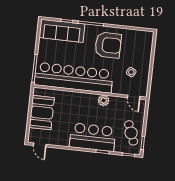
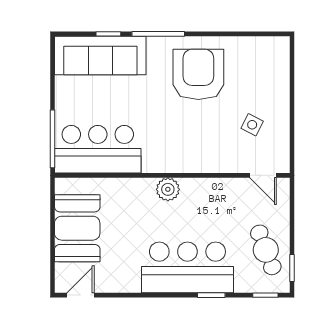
armchair: (108, 45) -> (198, 74), turned -90
bar counter: (74, 78) -> (98, 149), width x0.54
plant: (104, 100) -> (168, 189), moved
door: (40, 145) -> (81, 295), swing flipped

